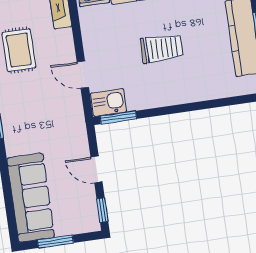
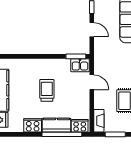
trolley: (162, 48) -> (47, 90), turned 90

